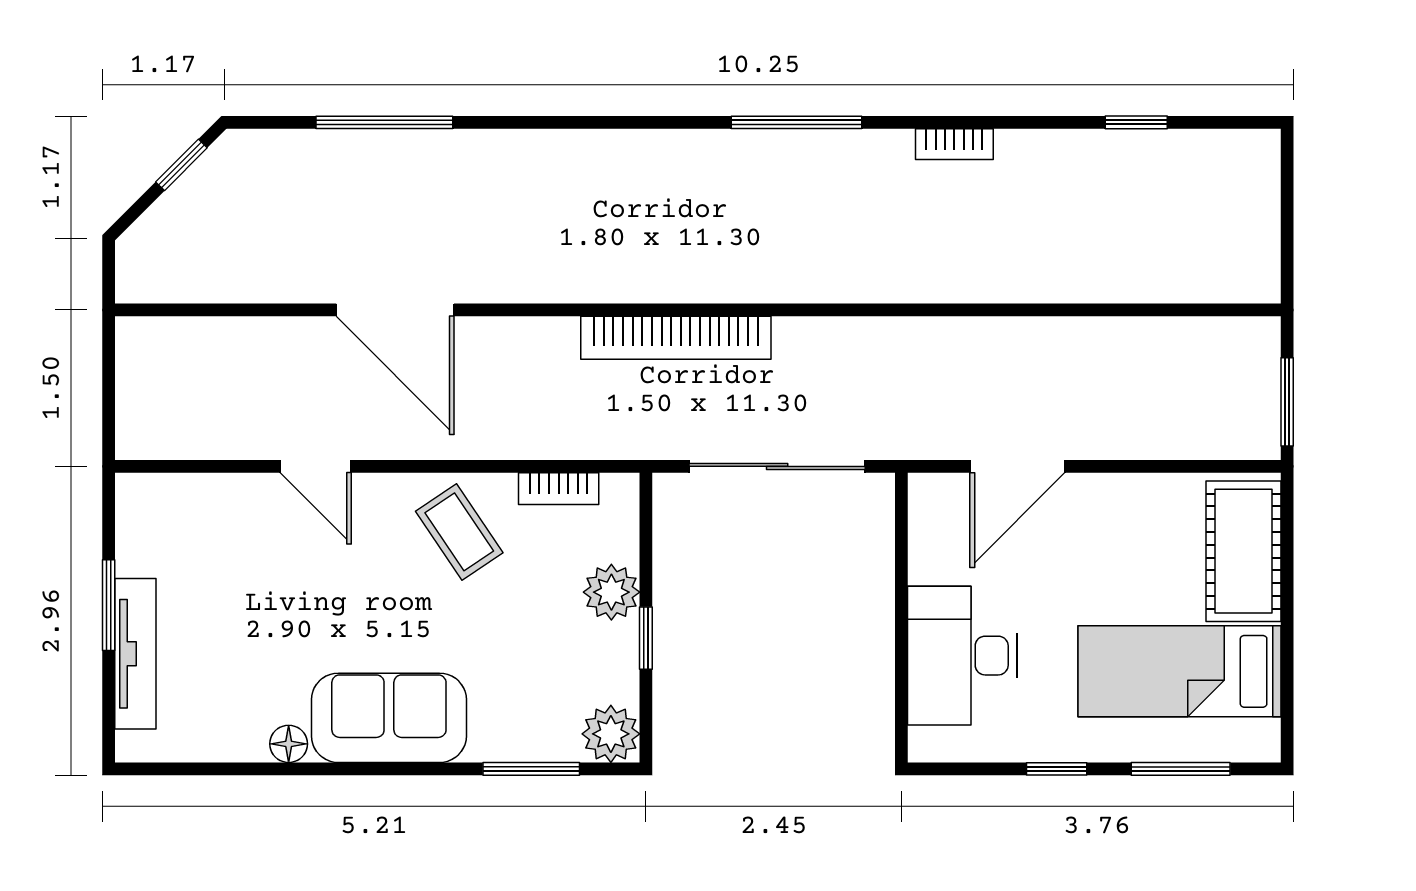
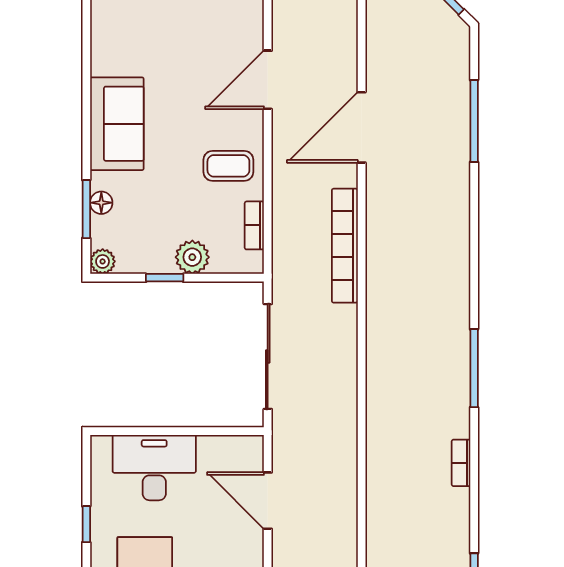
bookcase: (676, 338) -> (345, 246), moved
door: (316, 466) -> (268, 80), width x1.38
coffee table: (459, 532) -> (228, 166), turned 34
plant: (611, 734) -> (103, 261), width x0.73, depth x0.73
floor lamp: (289, 744) -> (101, 203), moved

